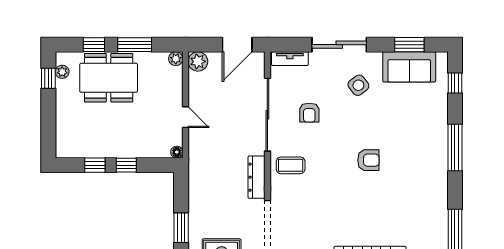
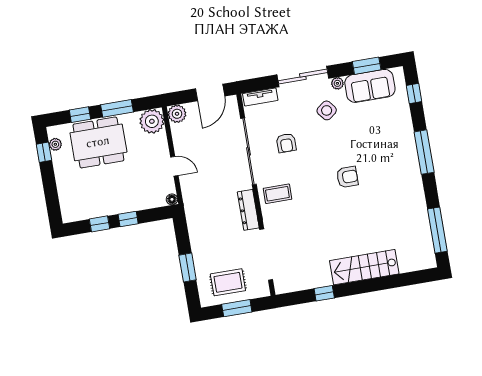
plant: (375, 58) -> (337, 83), added
plant: (176, 59) -> (152, 121), width x1.87, depth x1.87

